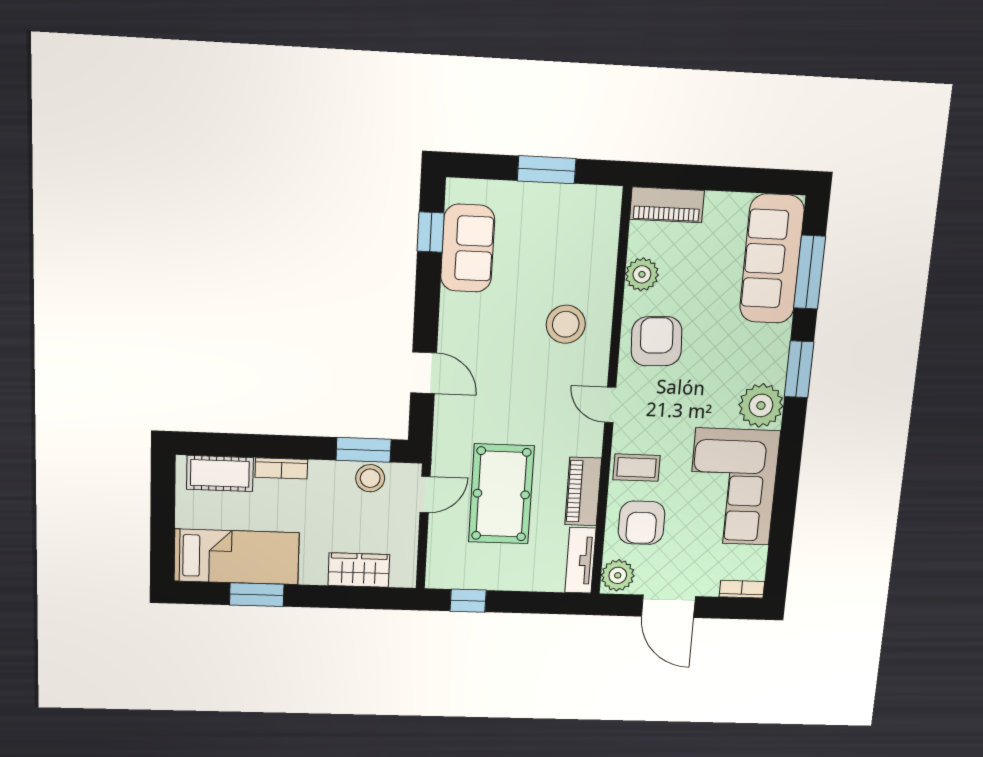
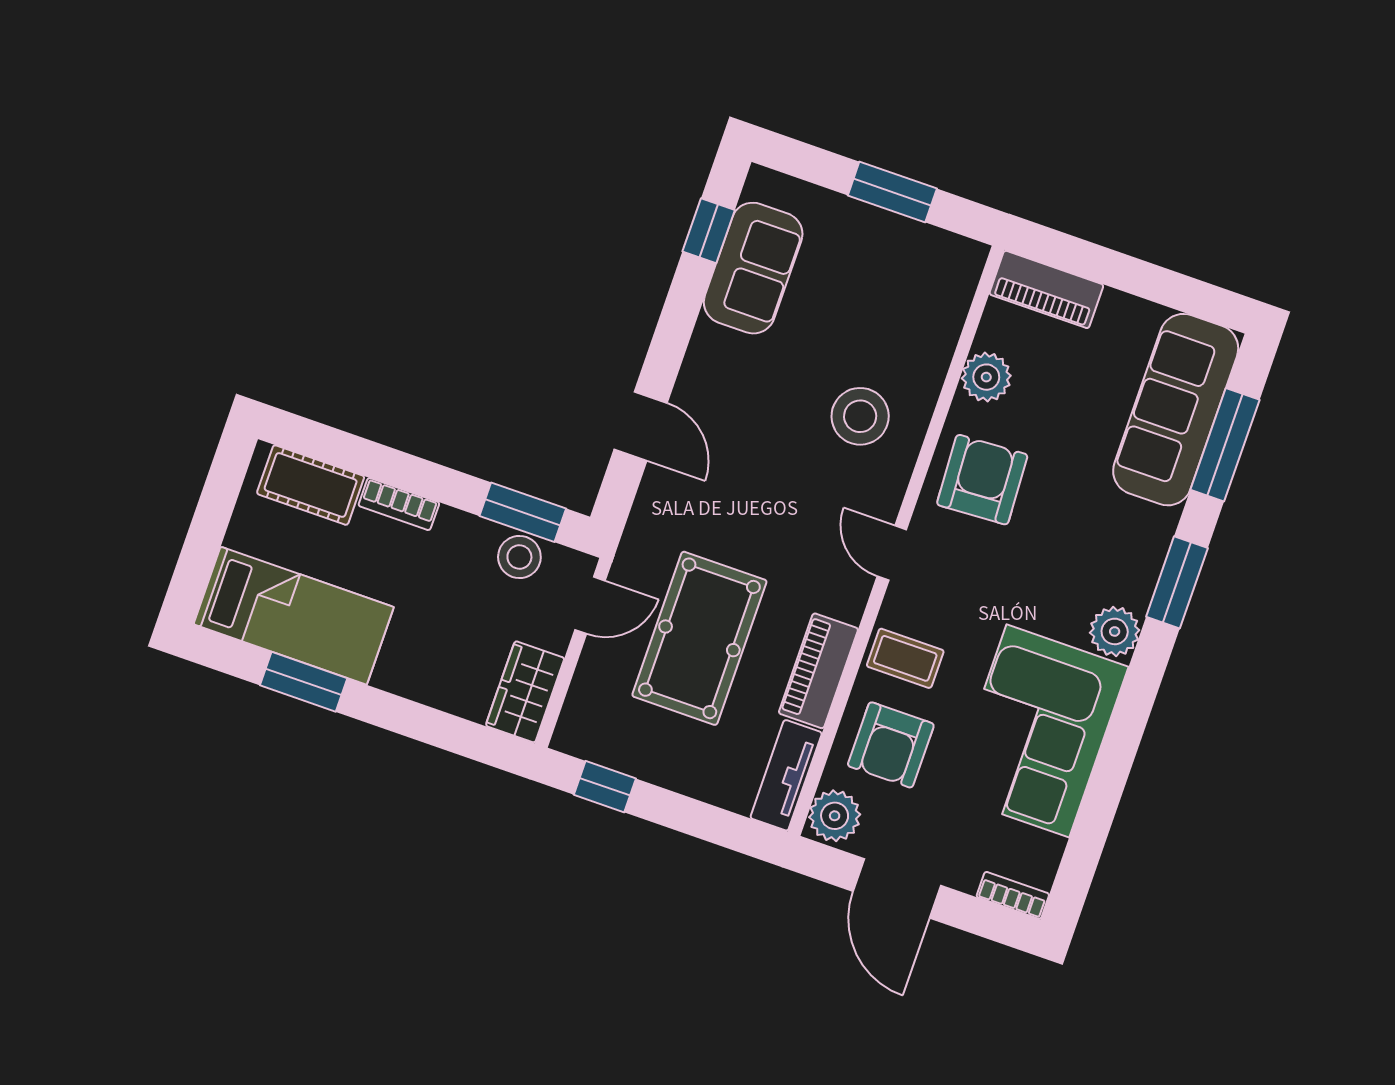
plant: (761, 405) -> (1115, 631), width x0.73, depth x0.73
wardrobe: (359, 570) -> (525, 692), moved, turned -90

